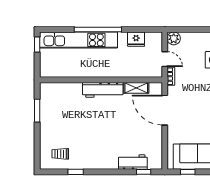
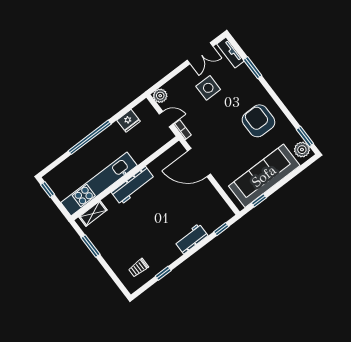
kitchen unit: (78, 40) -> (99, 184), moved, turned 180
shelving: (136, 88) -> (93, 213), moved
workbench: (133, 162) -> (191, 239), moved

